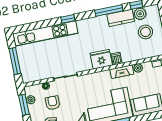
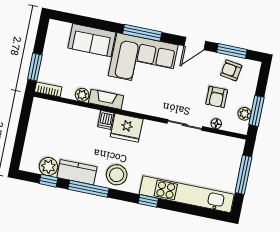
stool: (145, 32) -> (117, 175), moved

